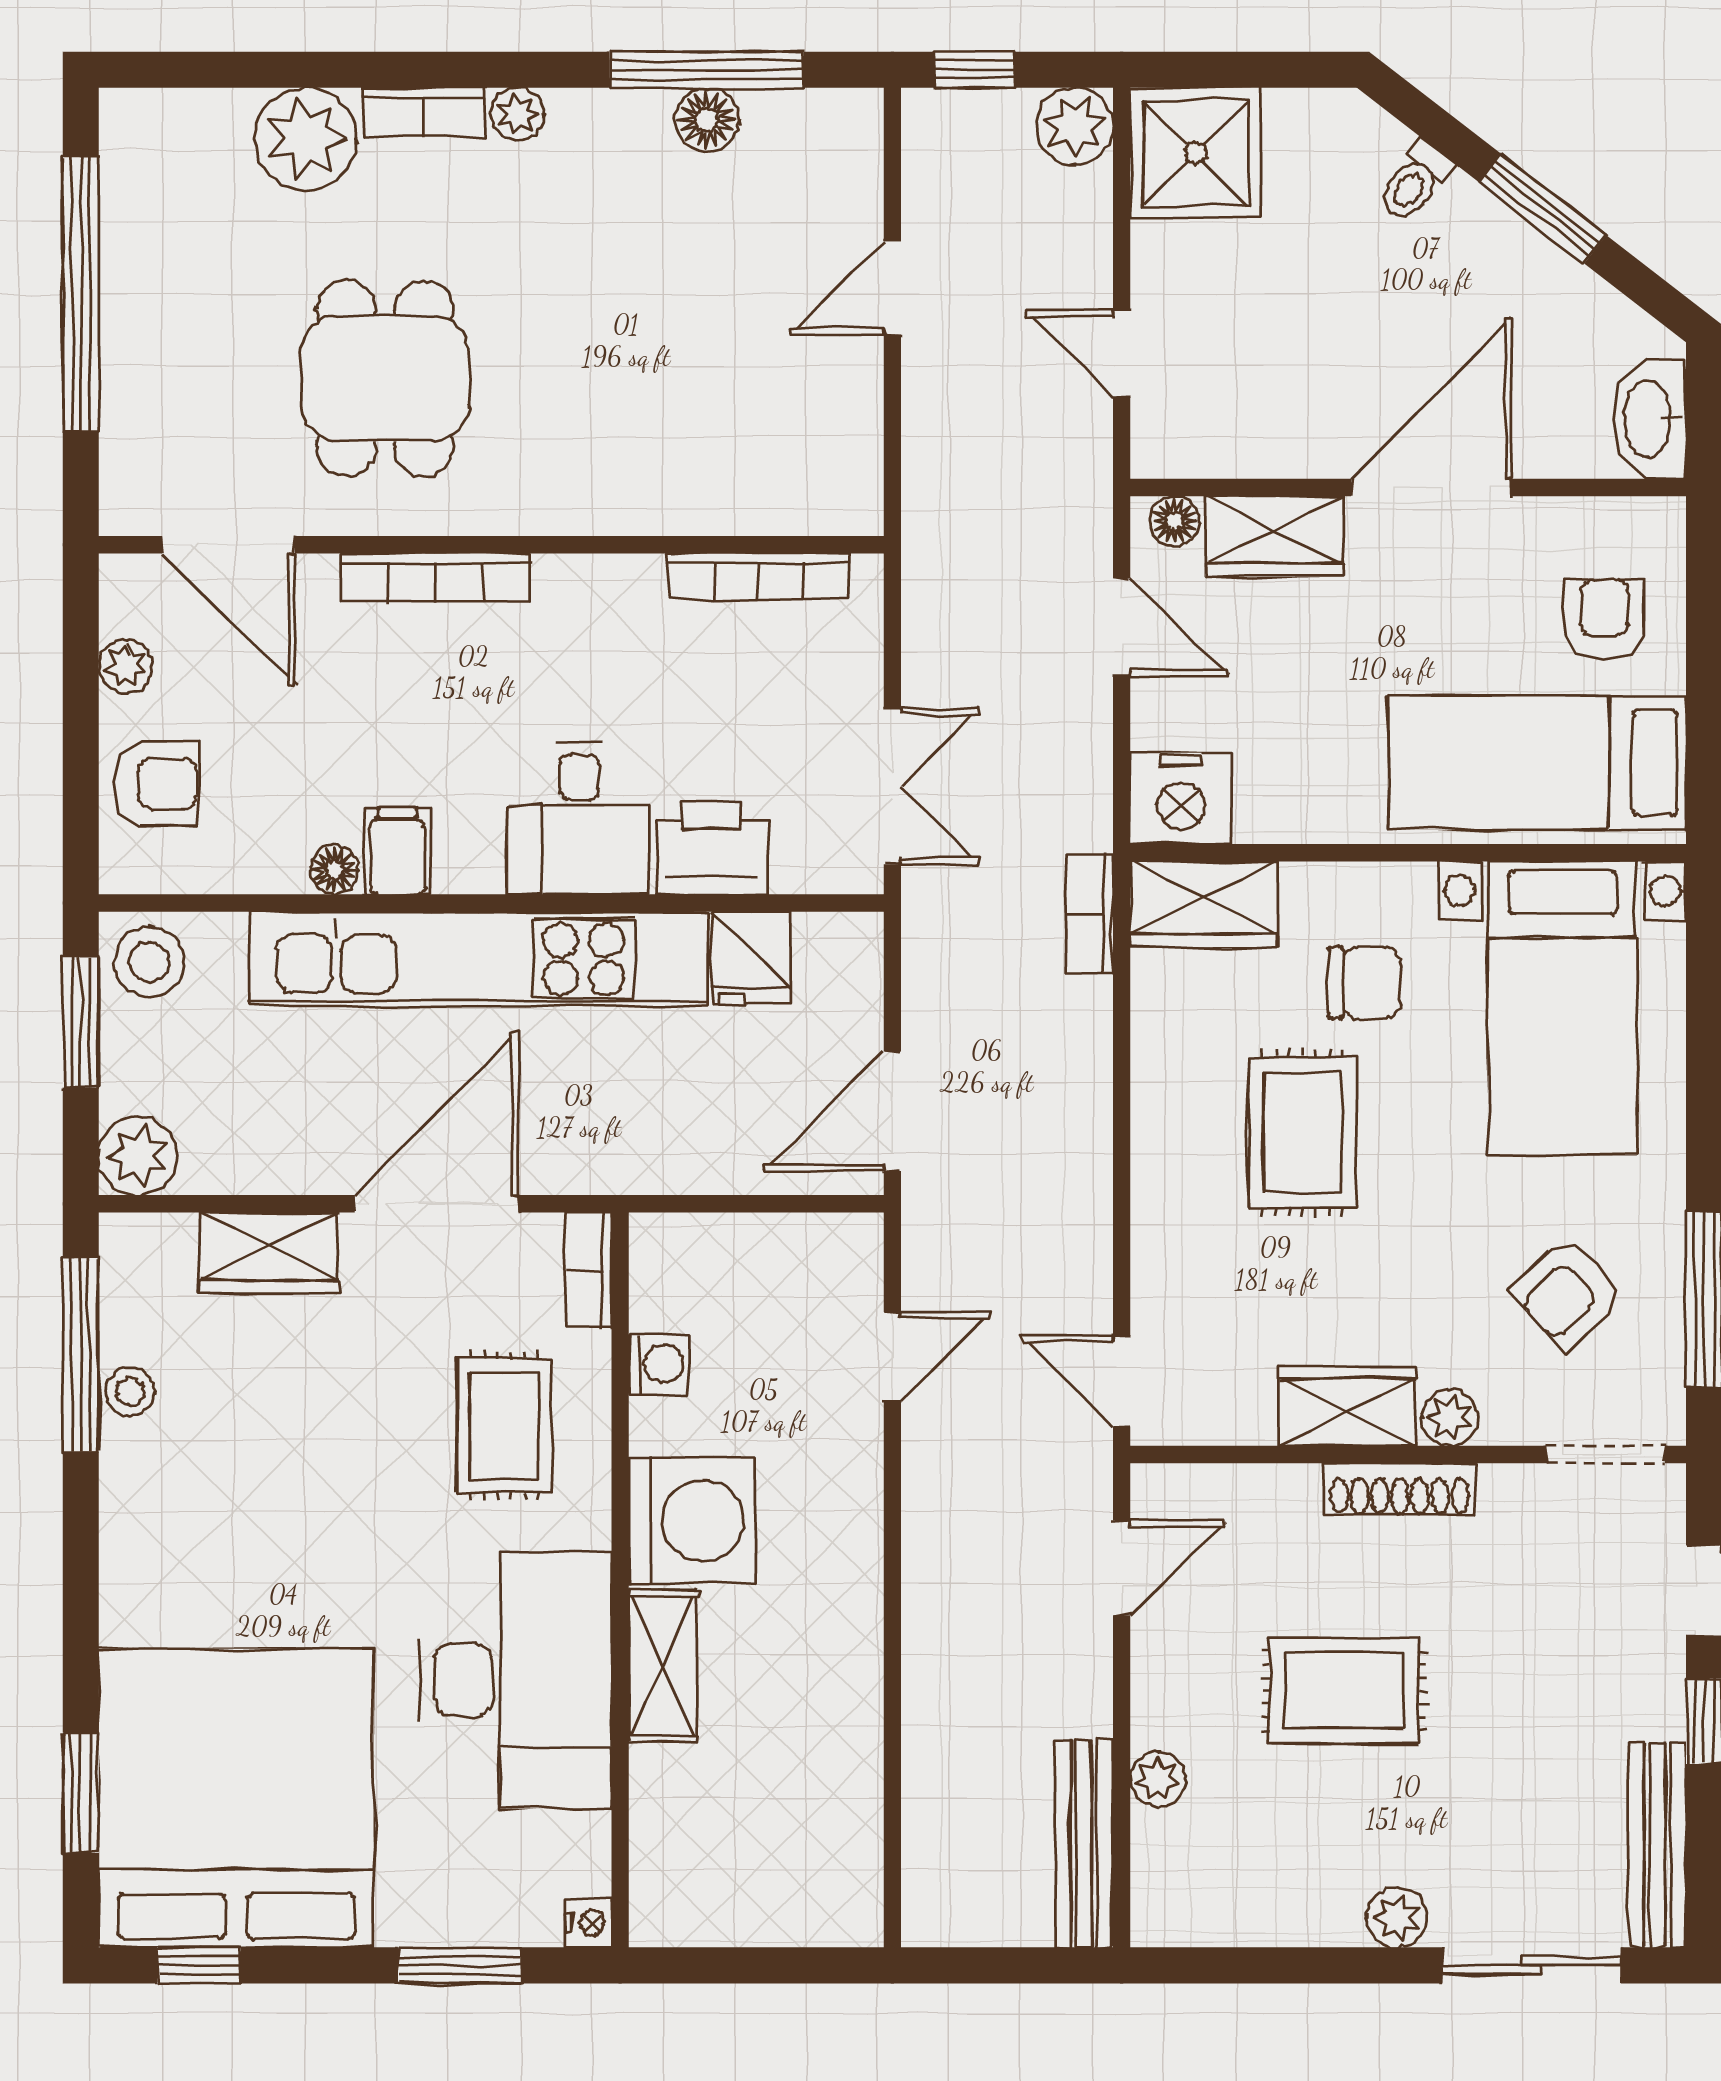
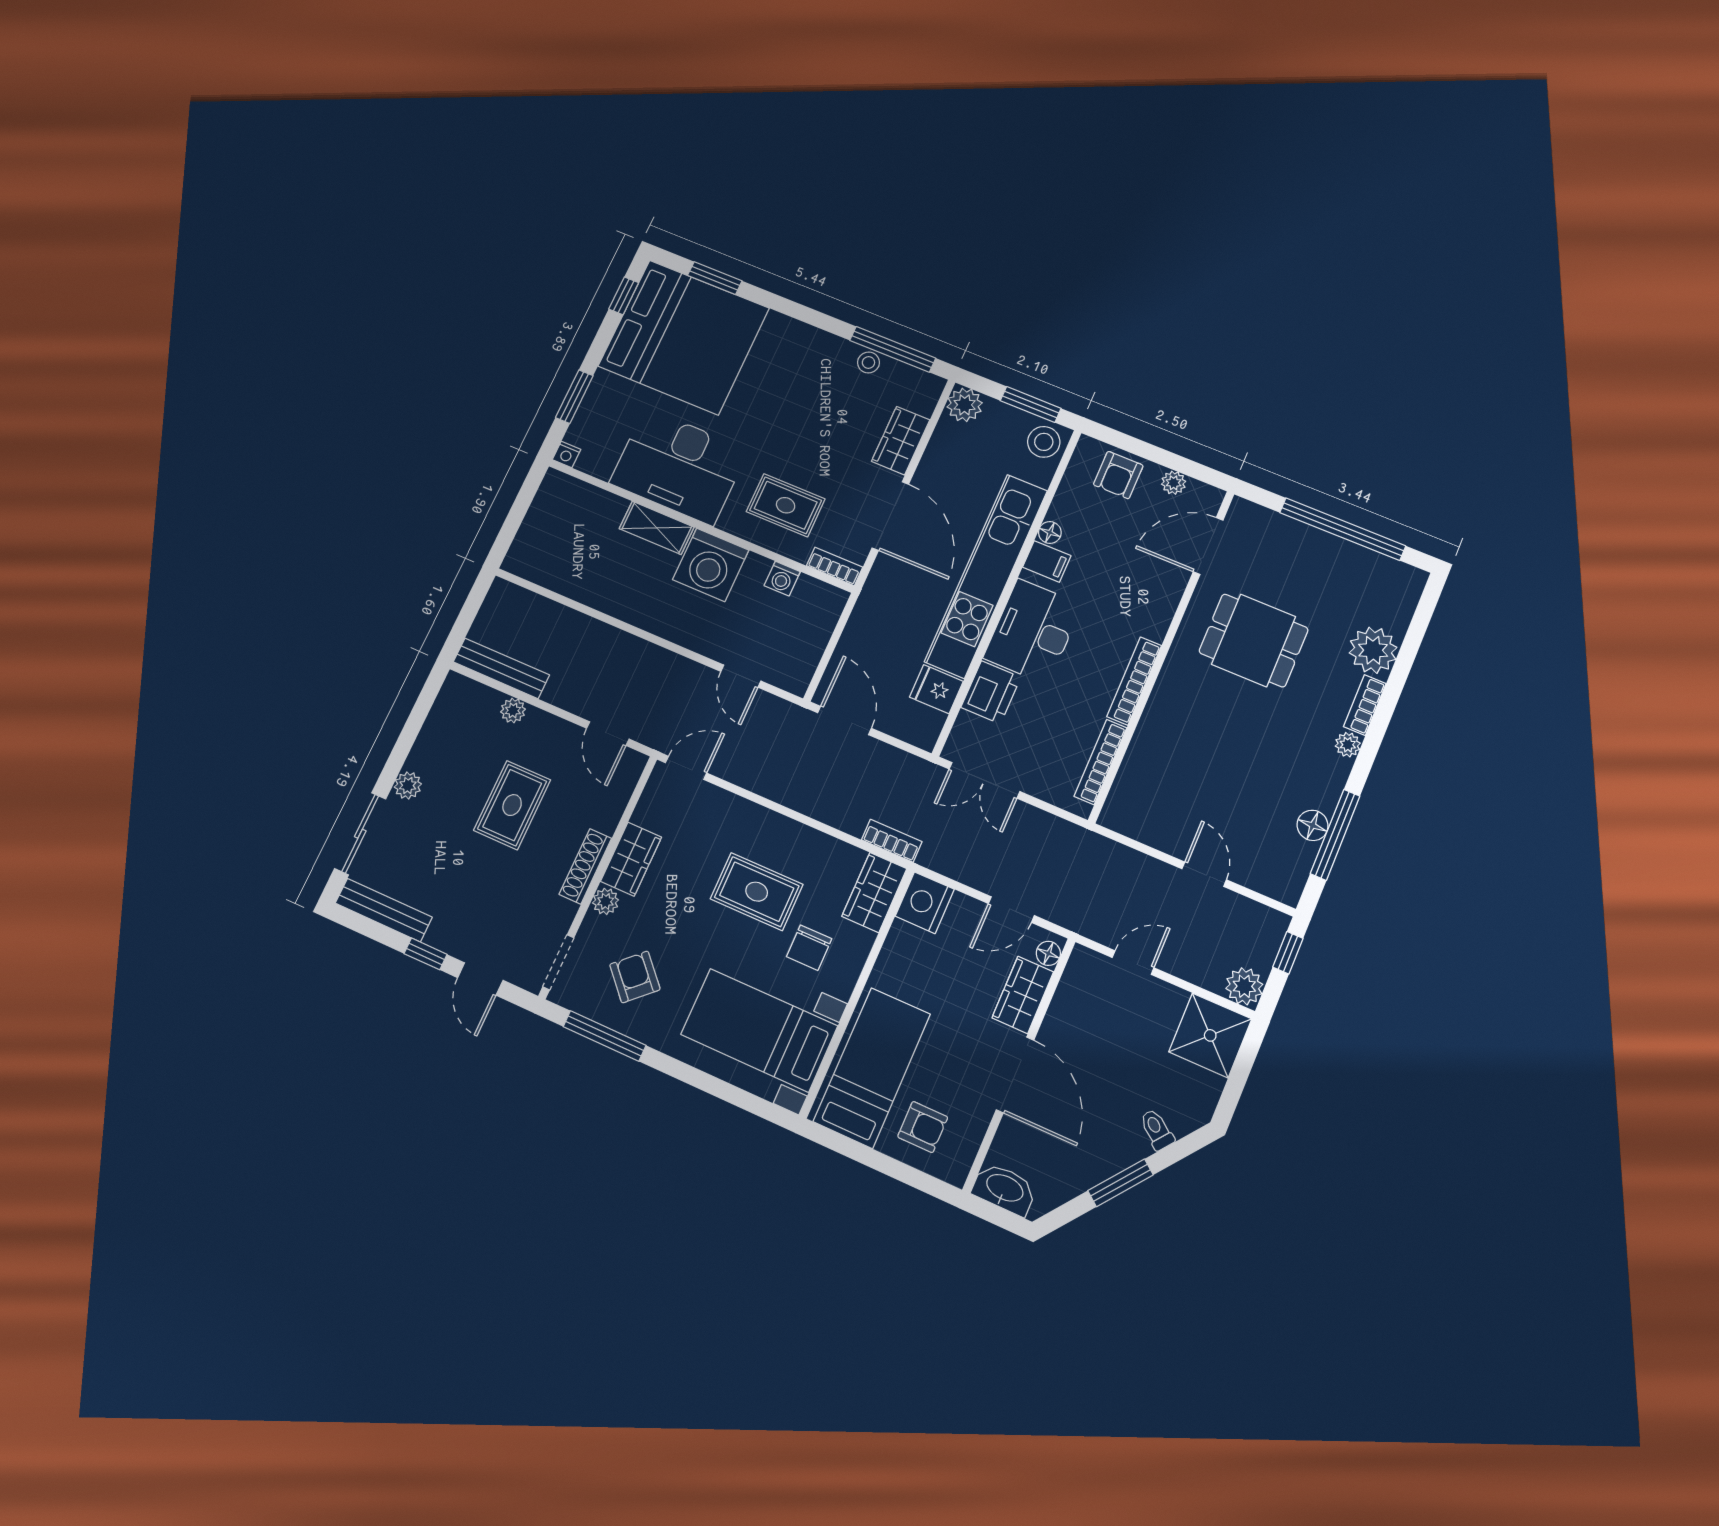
bookcase: (436, 578) -> (1134, 681), moved
desk: (579, 818) -> (1033, 631), width x1.37

